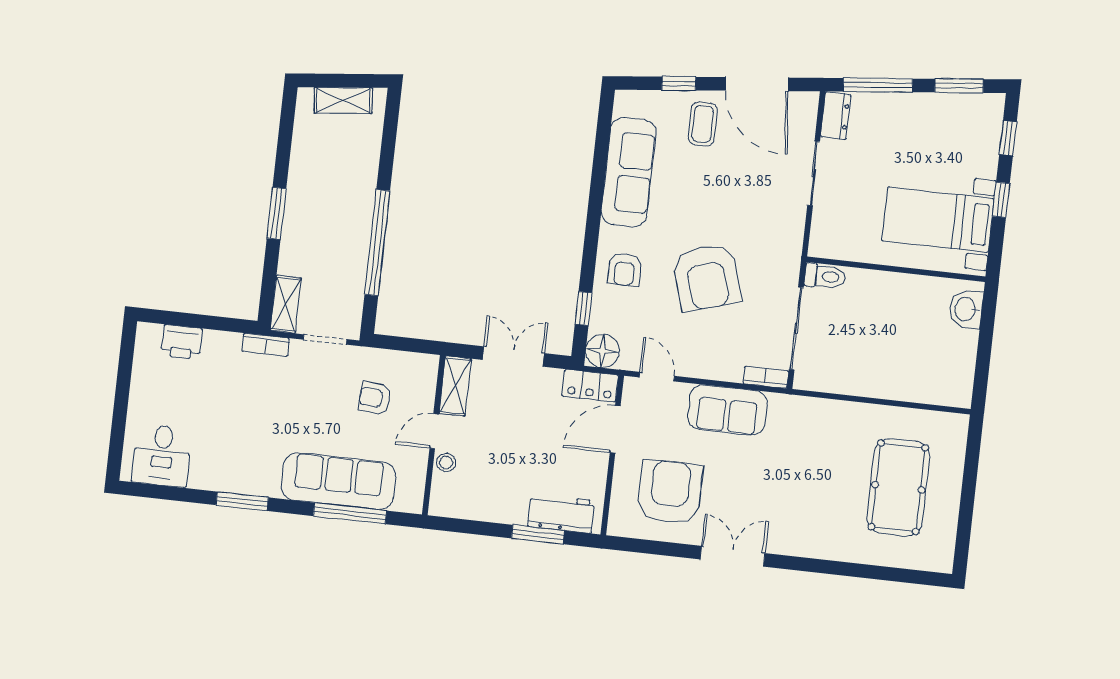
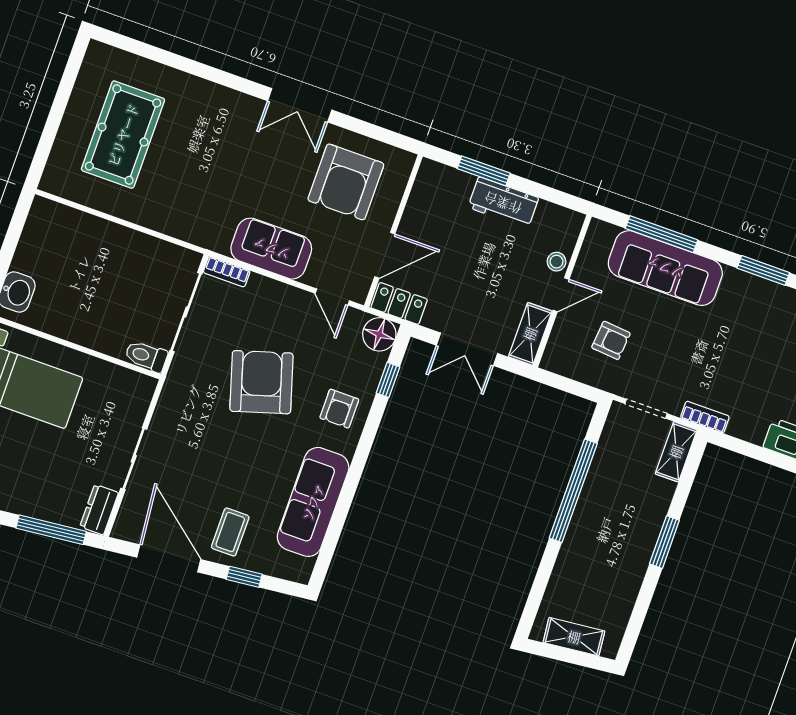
armchair: (624, 269) -> (339, 409), turned 180
workbench: (561, 514) -> (503, 203), moved

